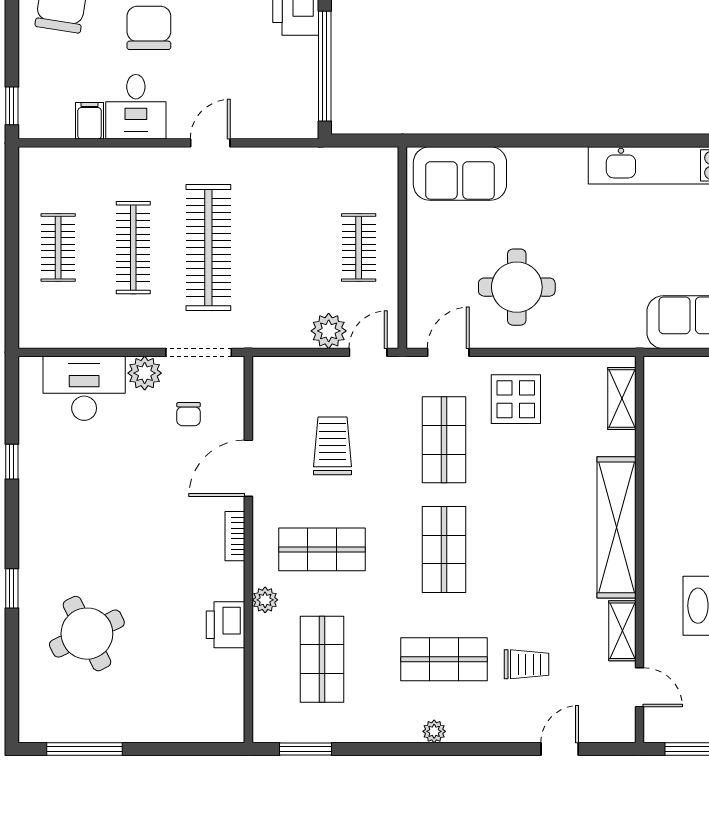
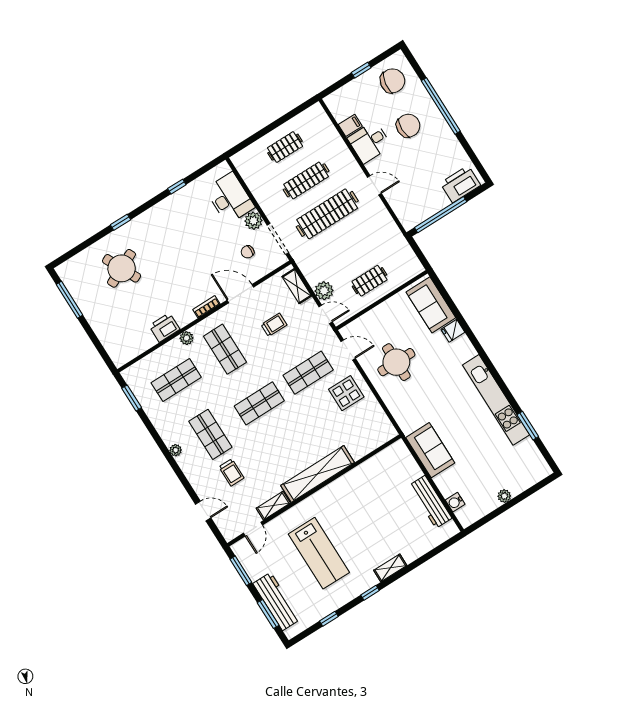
window: (12, 106) -> (361, 70), moved
fridge: (524, 164) -> (453, 331), added
shelving: (622, 398) -> (297, 286), moved, turned 90
trolley: (333, 446) -> (274, 325), width x0.73, depth x0.72

